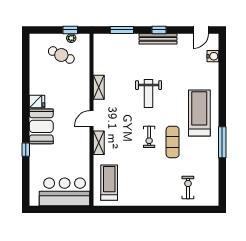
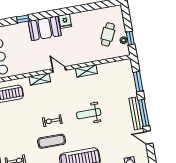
window: (159, 30) -> (144, 113), width x2.17
door: (201, 30) -> (148, 138), moved

